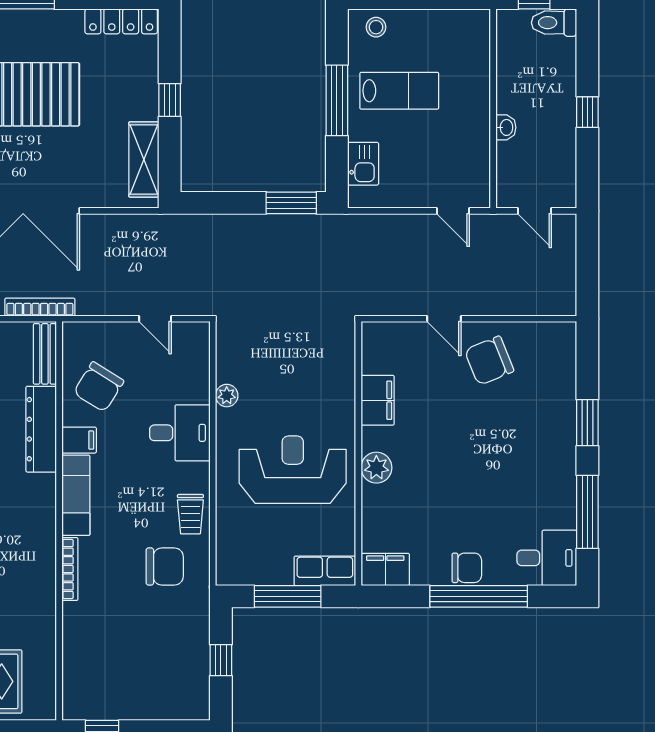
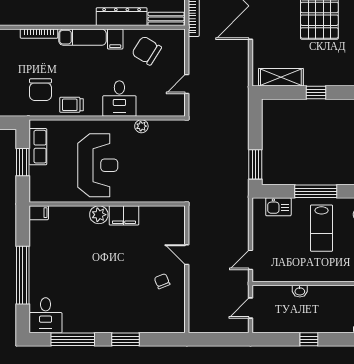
door: (444, 319) -> (187, 255), hinge flipped
chair: (489, 361) -> (162, 281), width x0.54, depth x0.54
filing cabinet: (378, 400) -> (124, 215), moved
chair: (467, 568) -> (40, 268), removed
filing cabinet: (385, 569) -> (39, 213), width x0.50
row of seats: (325, 571) -> (38, 147), moved
window: (288, 596) -> (23, 162), width x0.69

